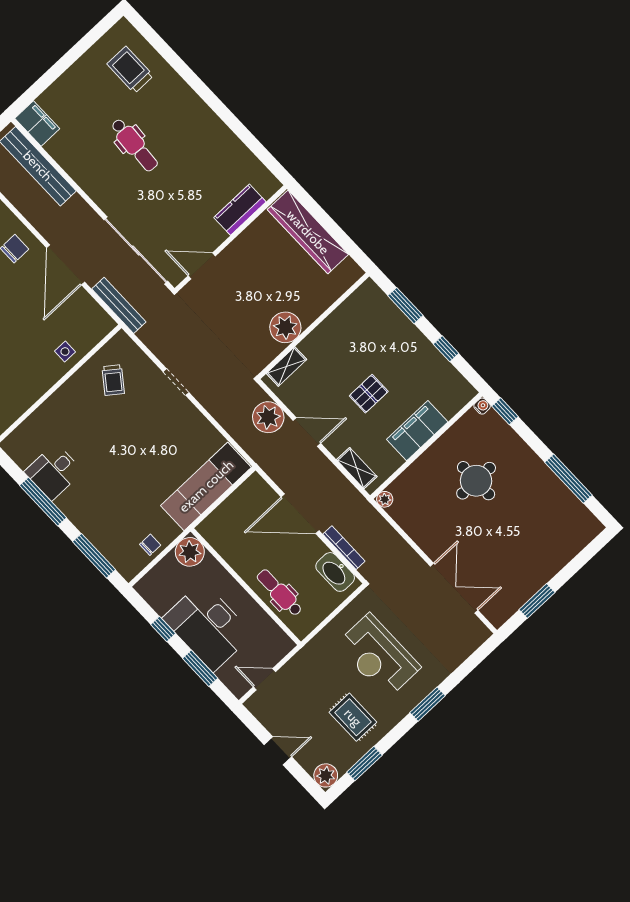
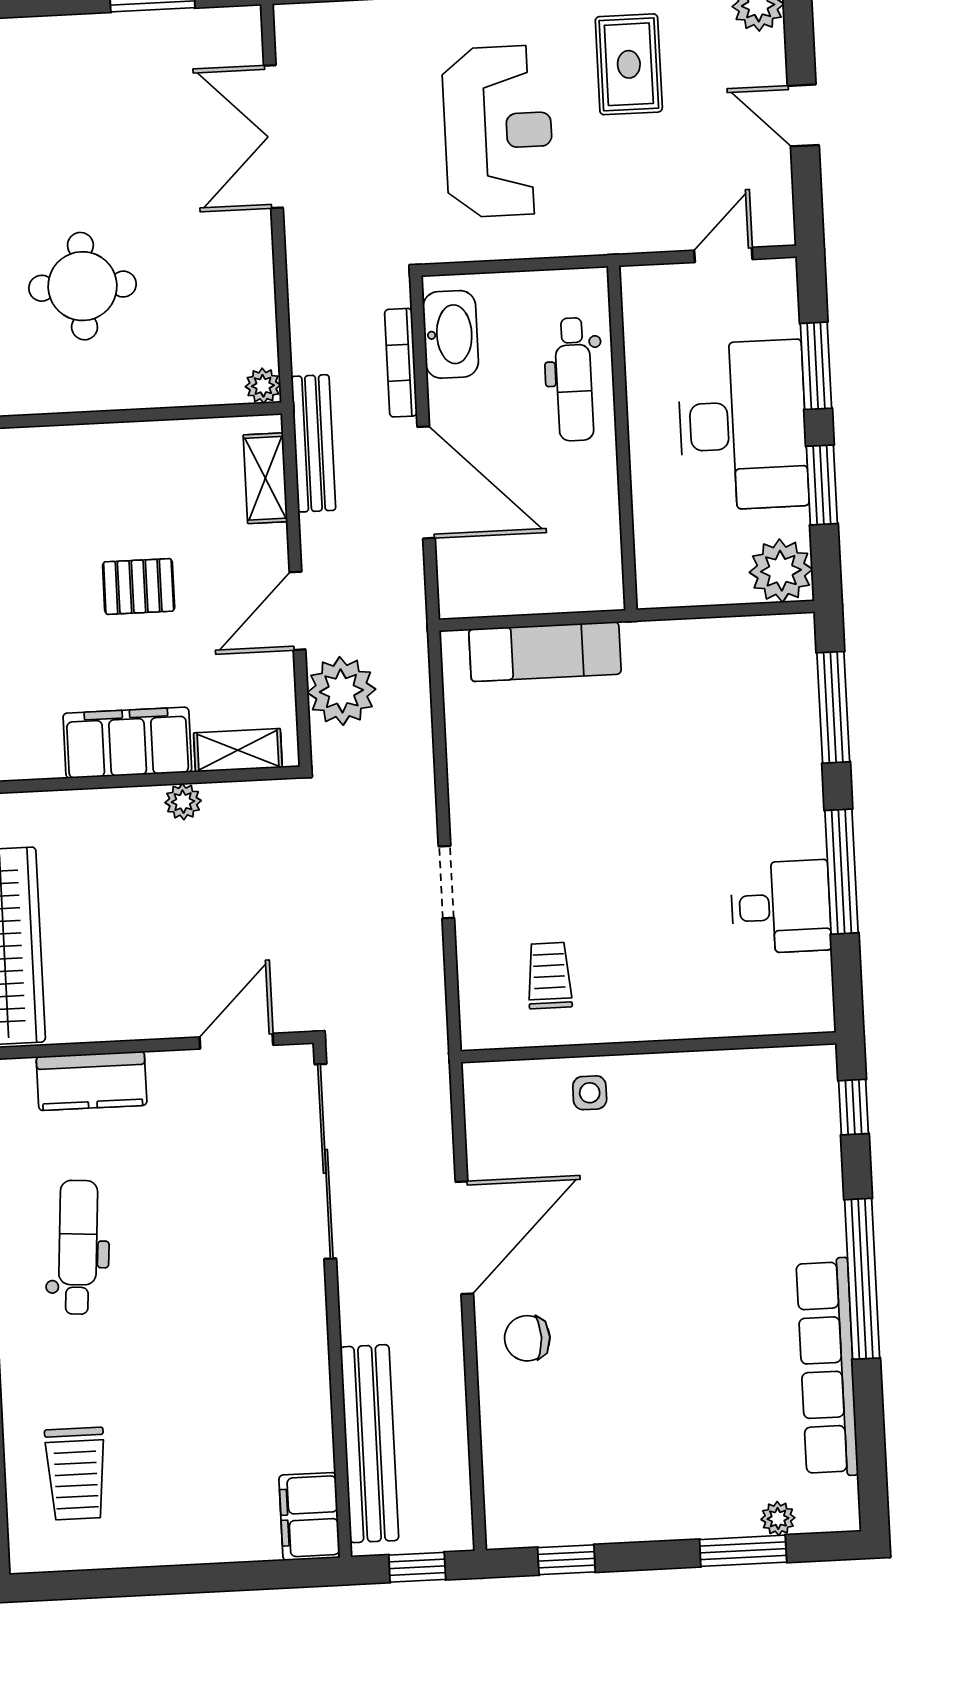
dental chair: (134, 145) -> (78, 1247), moved
door: (202, 266) -> (236, 1041), swing flipped
bench: (119, 305) -> (313, 443), moved
plant: (285, 327) -> (183, 802), width x0.53, depth x0.53
trolley: (113, 380) -> (549, 976), turned -37
filing cabinet: (417, 431) -> (127, 743), moved, turned 180
door: (307, 432) -> (297, 611), hinge flipped
exam couch: (206, 486) -> (545, 652), width x0.73, depth x0.69
chair: (150, 545) -> (723, 645), removed
plant: (190, 552) -> (781, 571), moved
window: (163, 629) -> (822, 485), width x1.50
door: (264, 679) -> (723, 255), swing flipped

